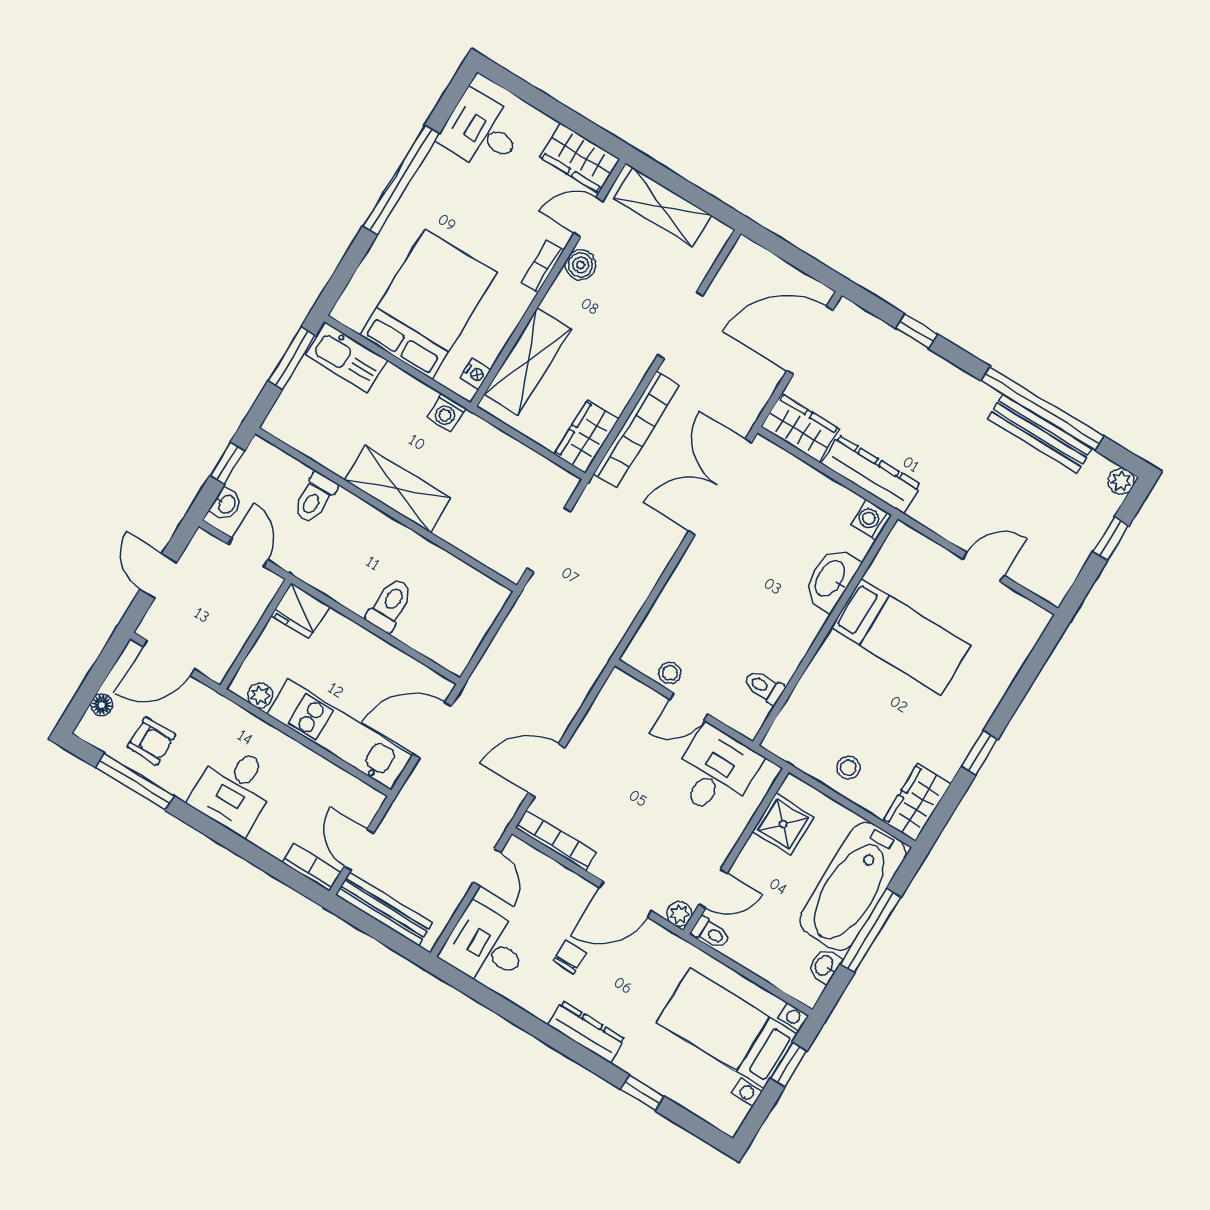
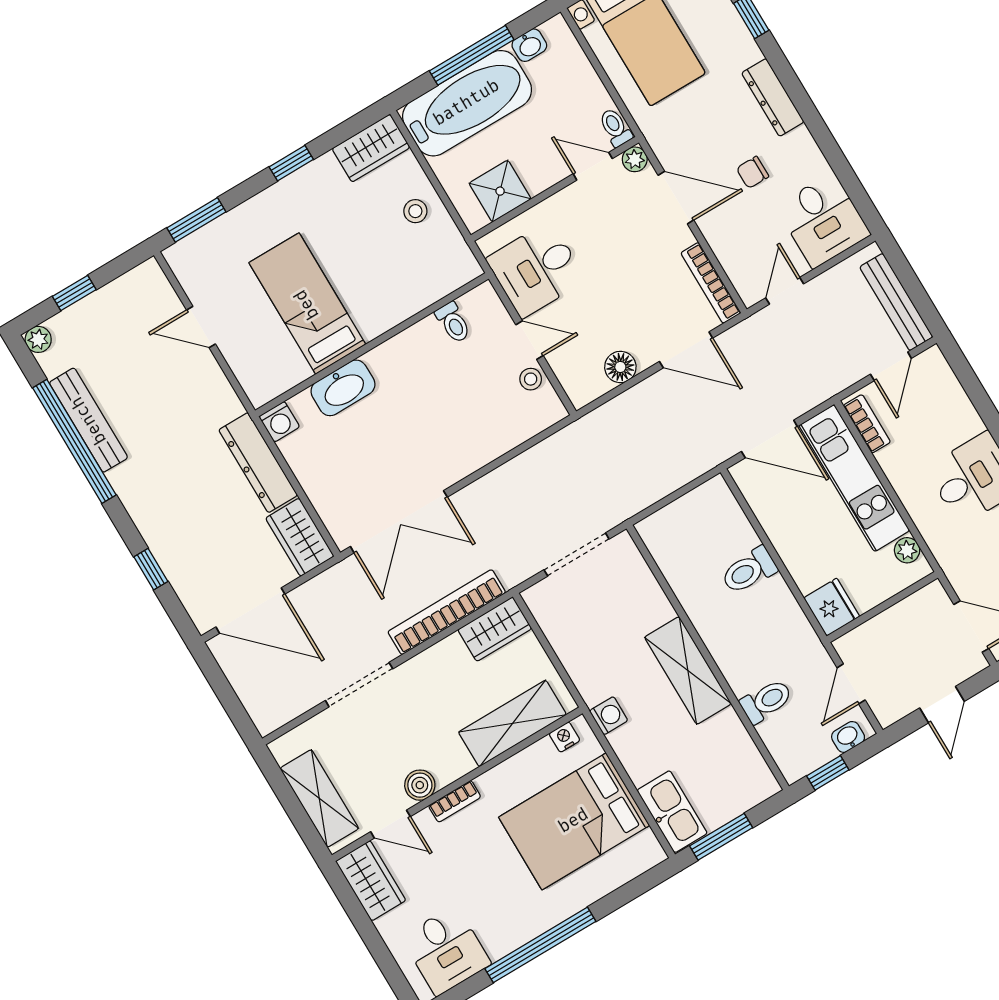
window: (1037, 659) -> (196, 220), added
floor lamp: (596, 725) -> (620, 367), added
bookcase: (312, 867) -> (867, 424), moved, turned 180

